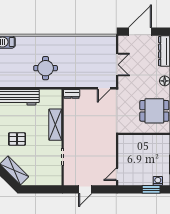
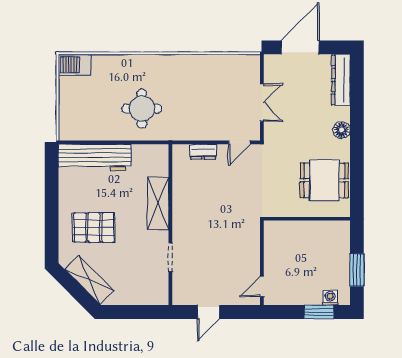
dresser: (72, 94) -> (203, 152), moved
pallet: (17, 139) -> (94, 227), width x1.50, depth x1.42

